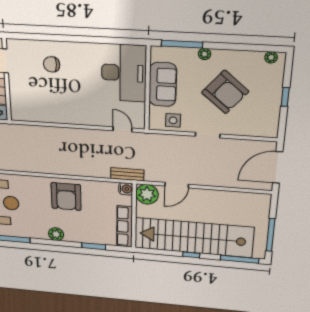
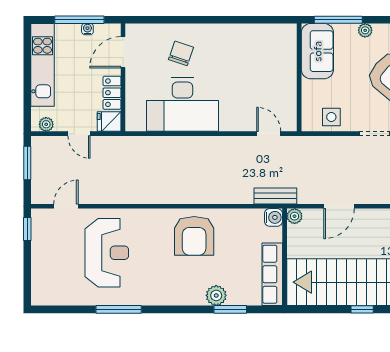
chair: (52, 64) -> (181, 53), turned 109
desk: (124, 73) -> (182, 105), moved, turned 90
sofa: (163, 85) -> (317, 51), moved
plant: (147, 194) -> (295, 216), width x0.53, depth x0.53
plant: (56, 234) -> (216, 295), moved

